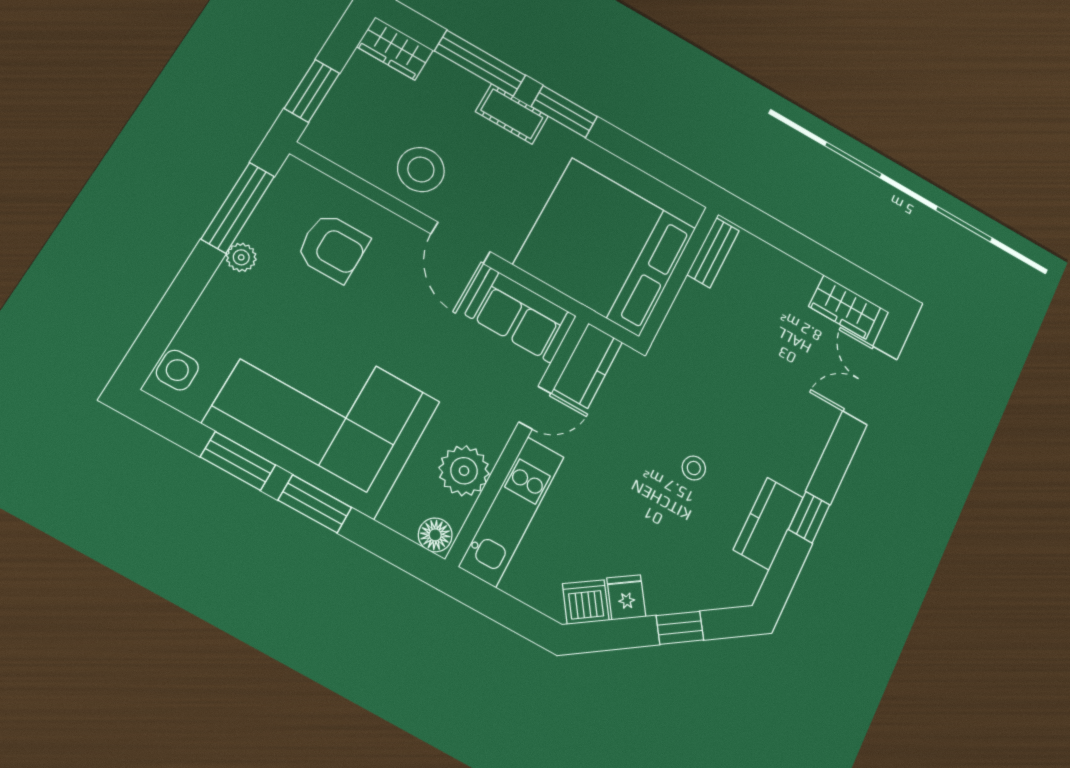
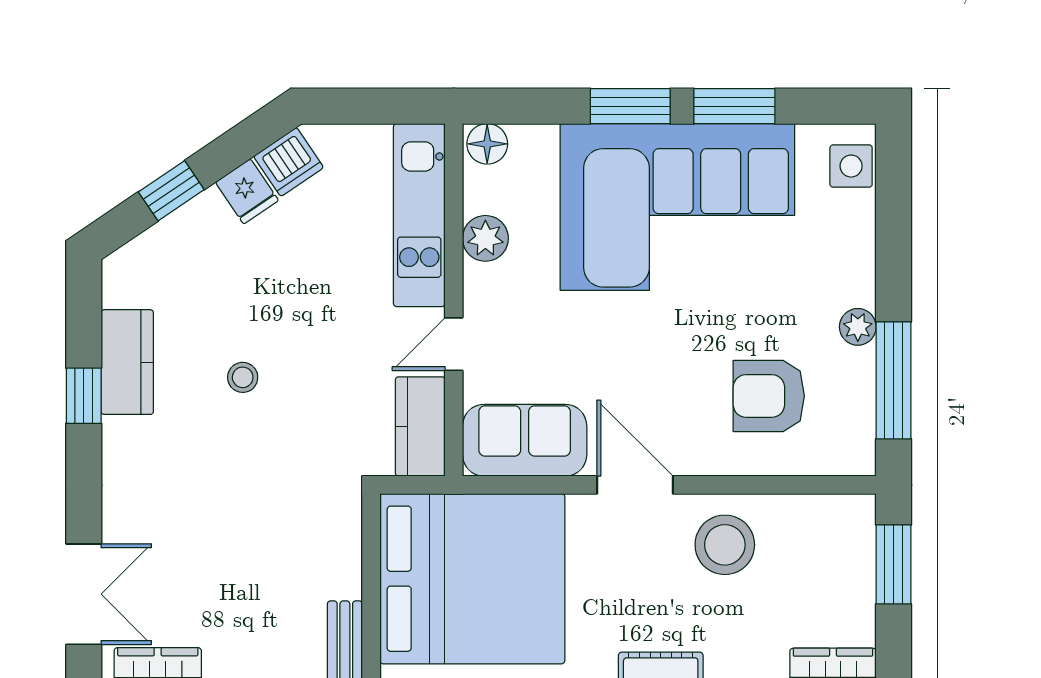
plant: (464, 471) -> (485, 238), width x0.73, depth x0.73

